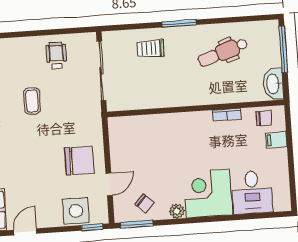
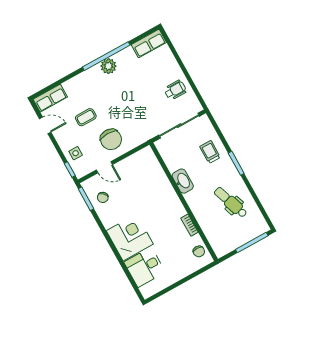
washbasin: (273, 84) -> (183, 181), moved, turned 90
coffee table: (32, 101) -> (86, 117), moved
filing cabinet: (276, 140) -> (188, 267), removed
side table: (76, 211) -> (76, 153), width x0.54, depth x0.54
plant: (177, 211) -> (108, 222), removed

